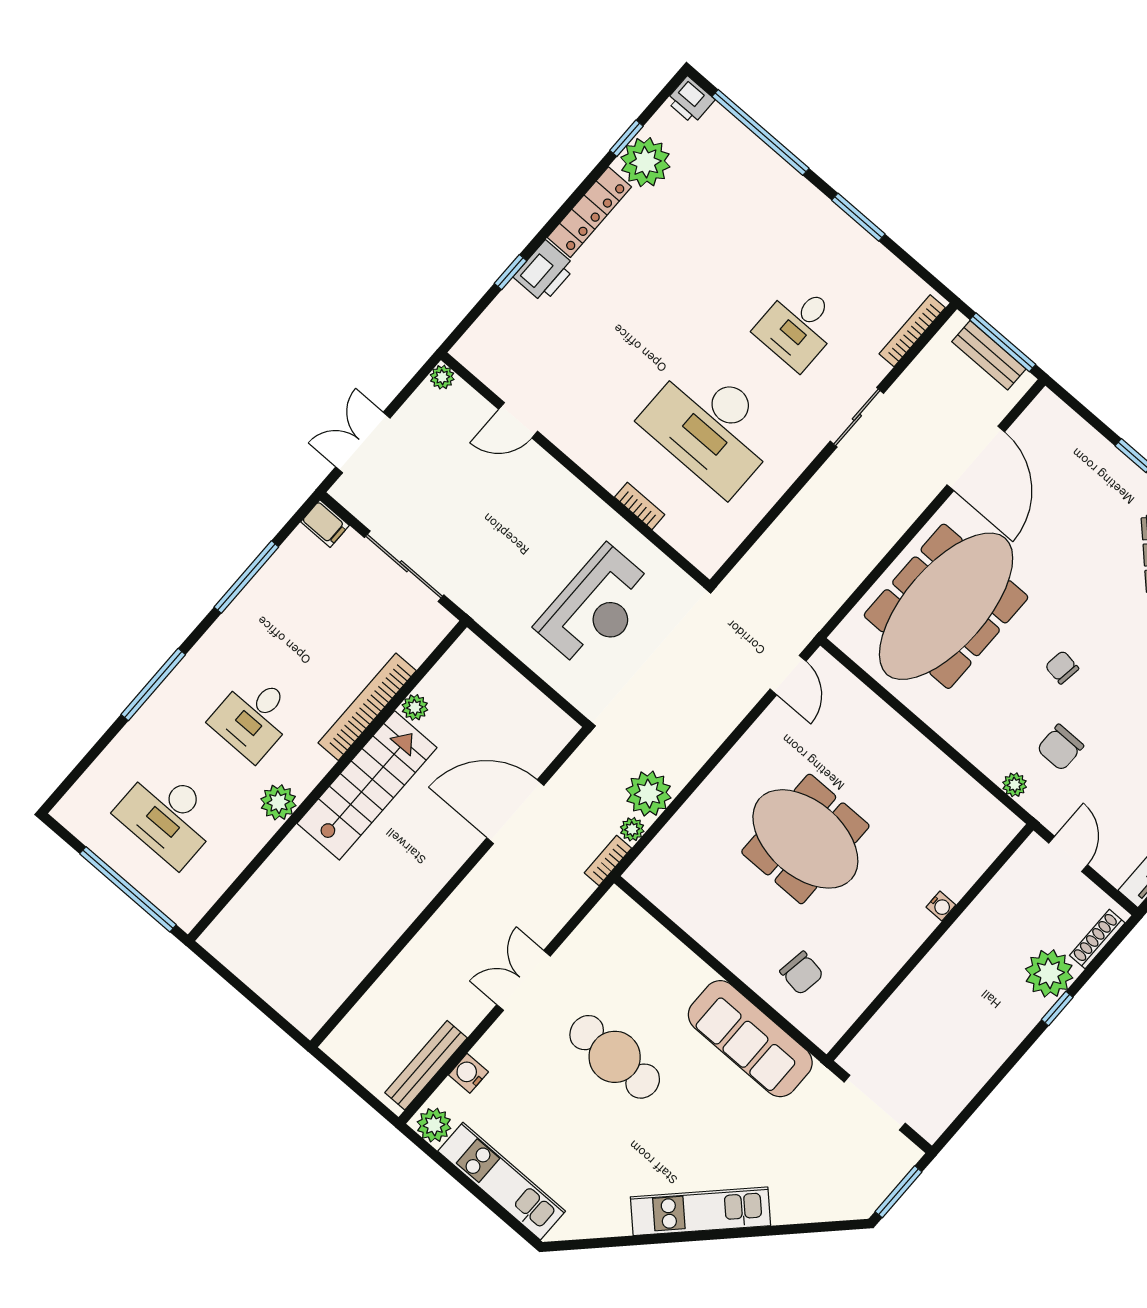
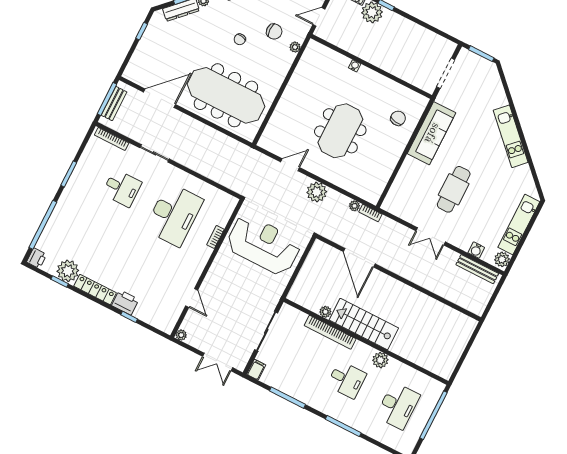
reception desk: (596, 608) -> (263, 245), width x1.36, depth x1.30
door: (788, 675) -> (290, 165), moved
plant: (649, 794) -> (317, 192), moved

